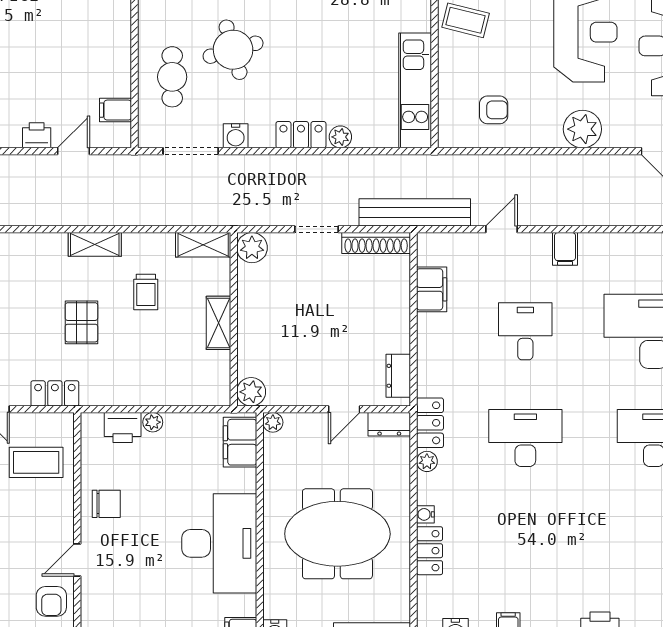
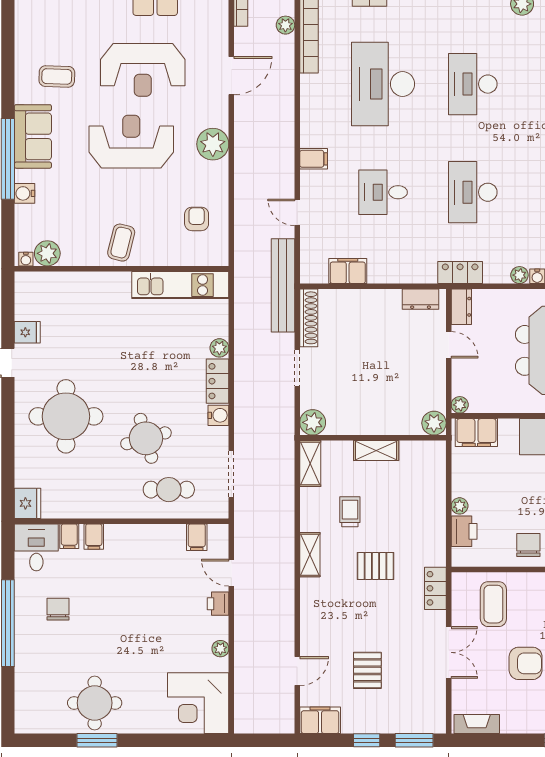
water cooler: (236, 136) -> (218, 415), moved
trolley: (146, 292) -> (350, 512), turned -90
plant: (427, 461) -> (519, 275), moved

